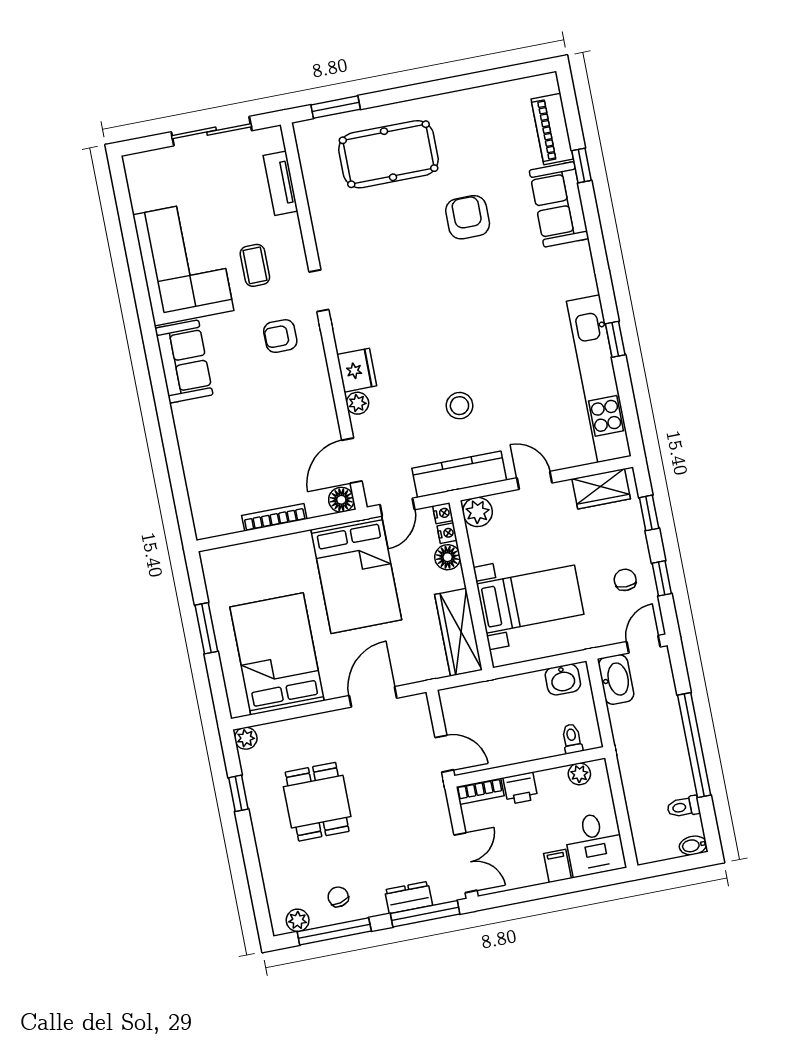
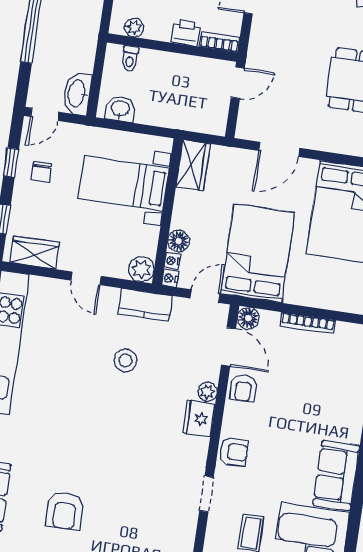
armchair: (280, 336) -> (234, 452), moved
armchair: (319, 421) -> (243, 388), added
door: (352, 461) -> (228, 347), hinge flipped
kitchen counter: (459, 474) -> (145, 305), width x0.67
wardrobe: (459, 632) -> (193, 165), width x0.67
door: (444, 754) -> (238, 83), swing flipped

